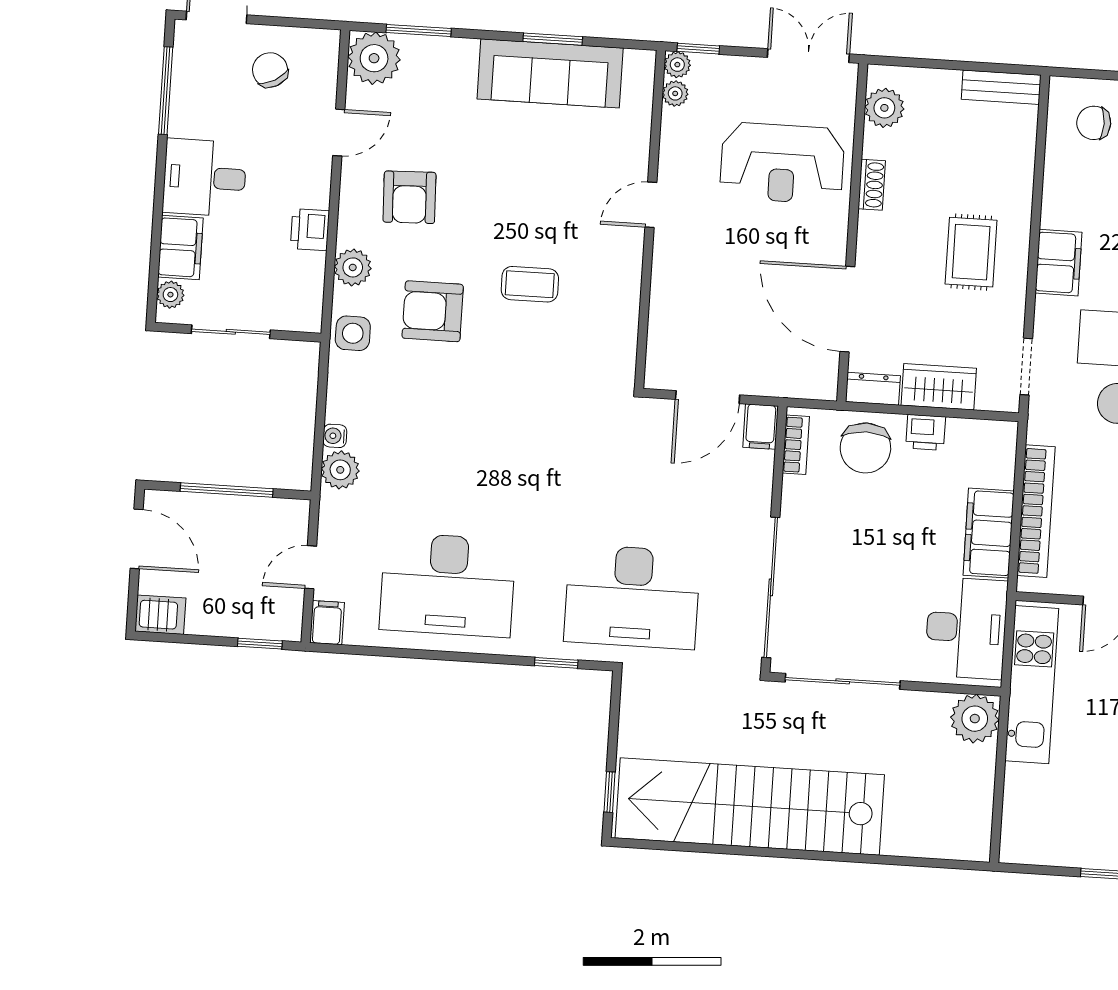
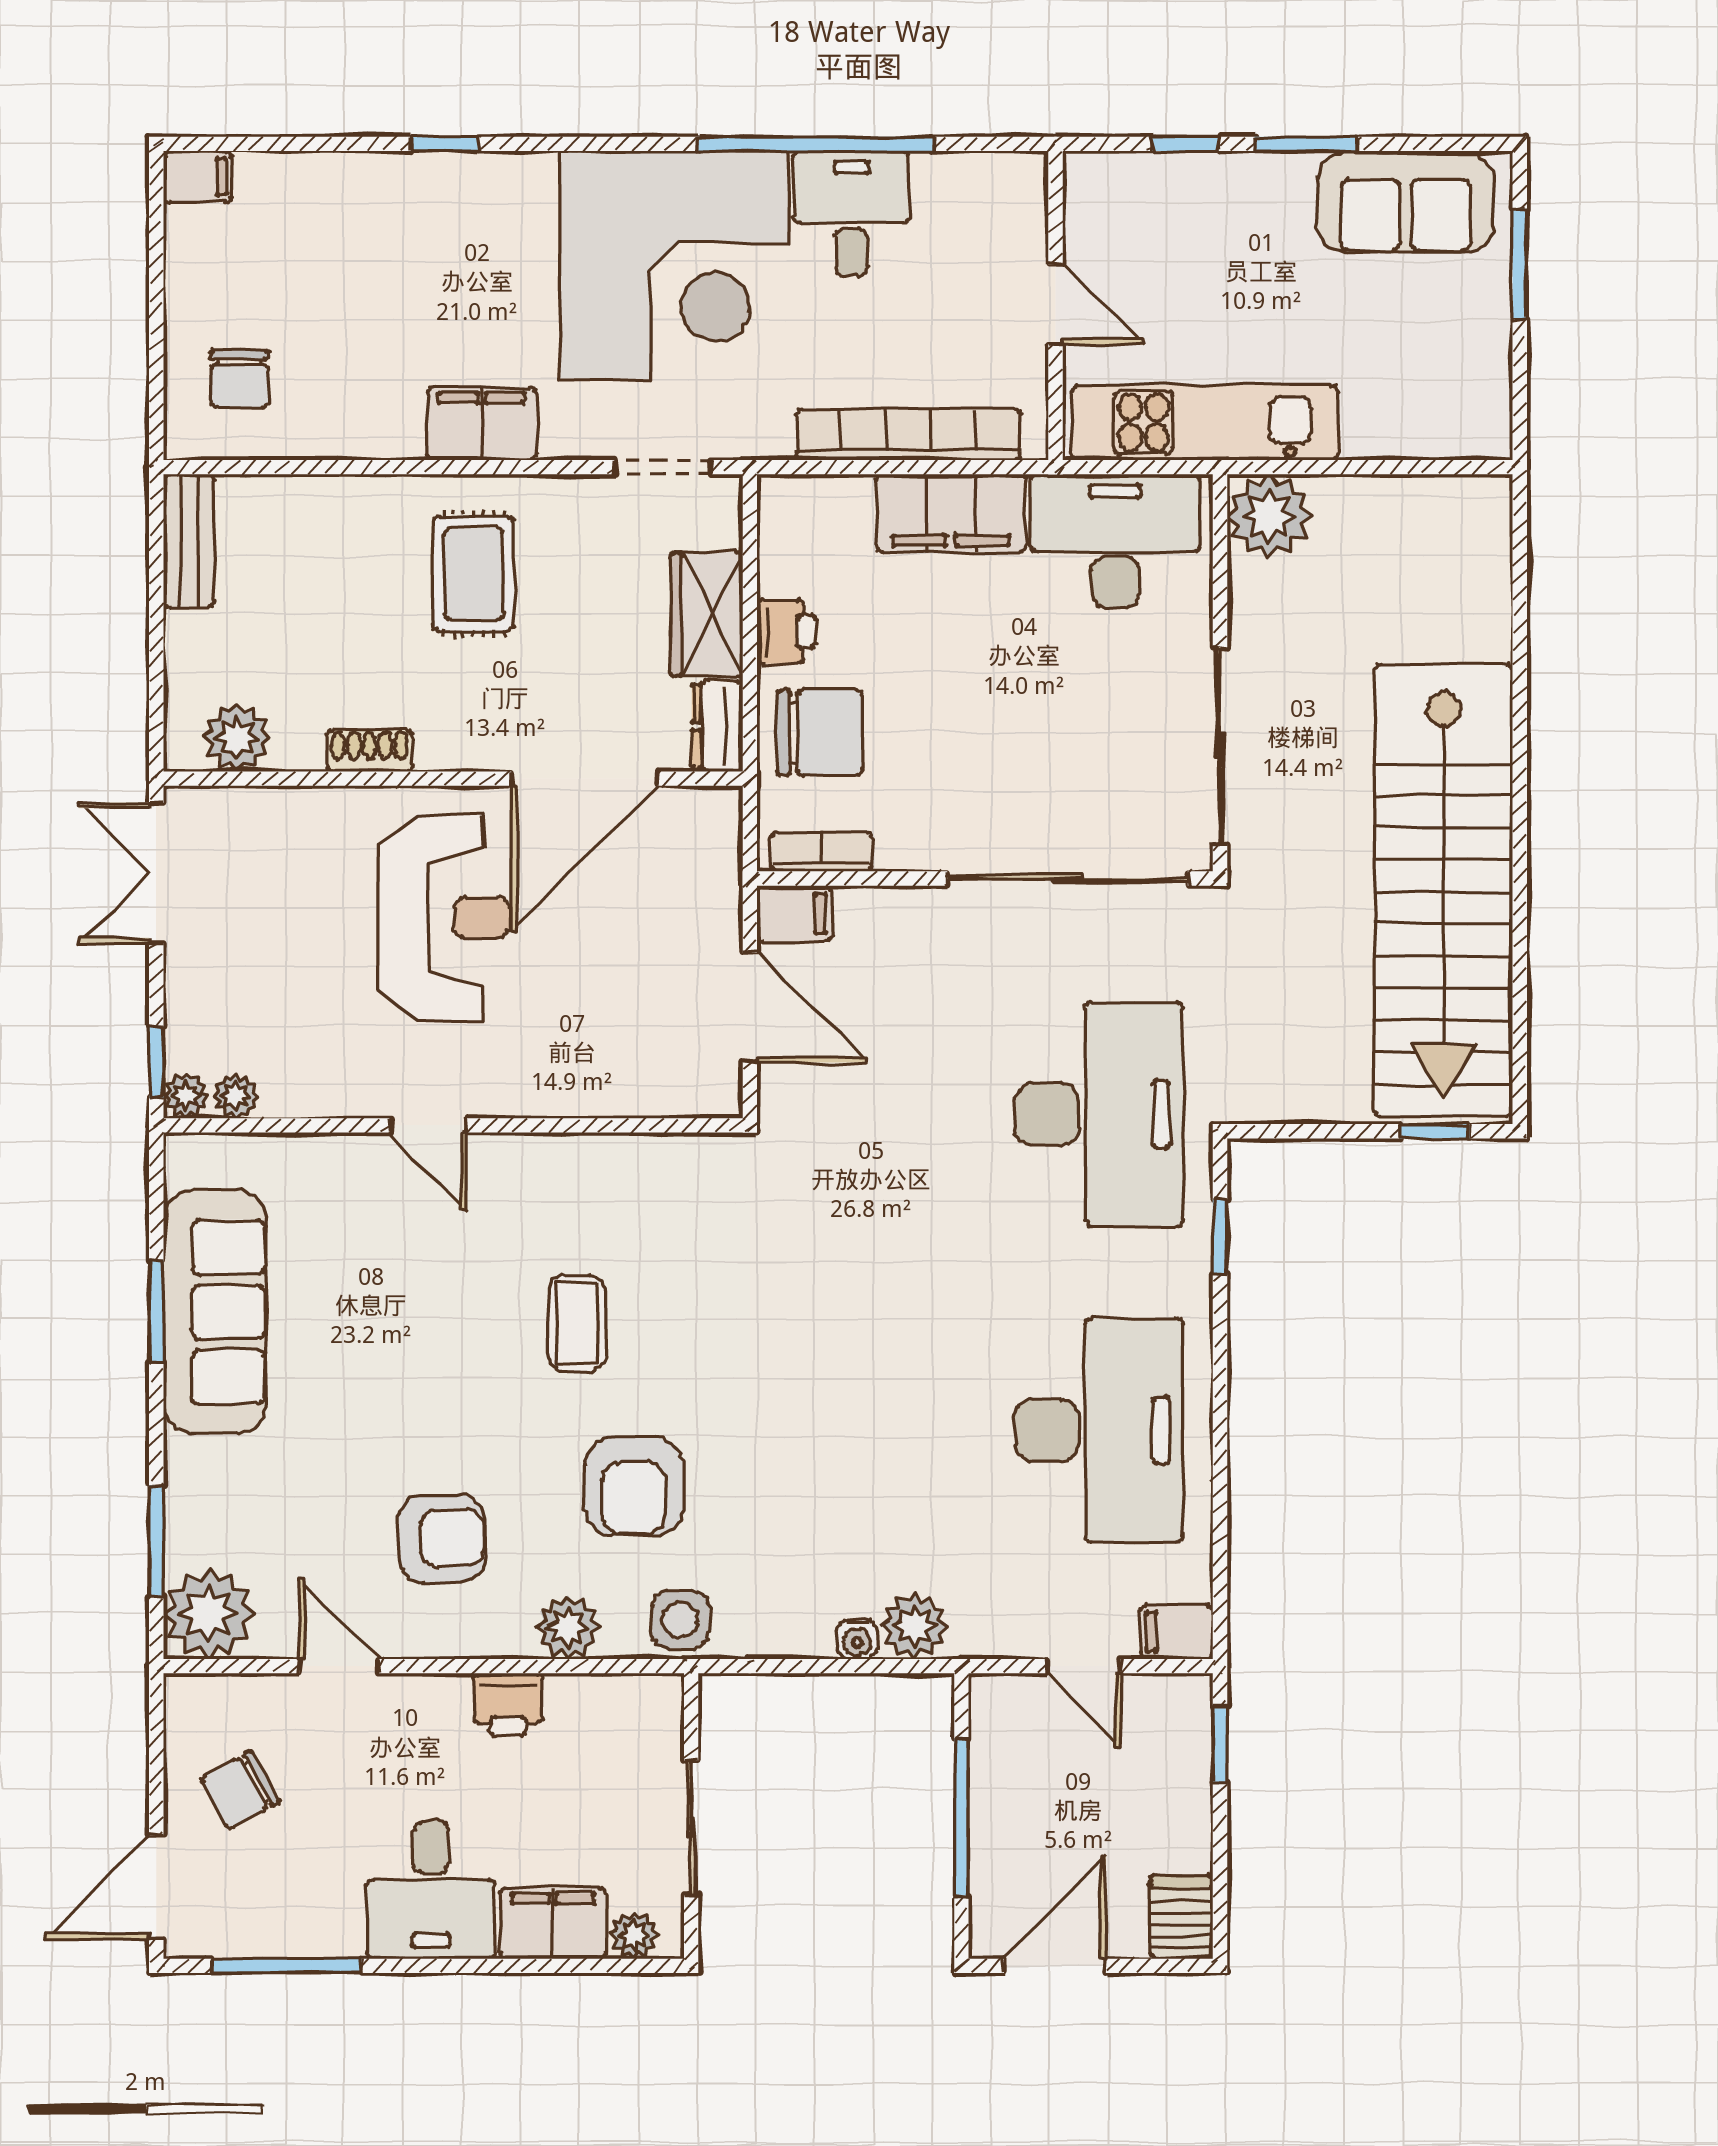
reception desk: (782, 163) -> (444, 917), moved
rug: (971, 252) -> (473, 574), turned 90

